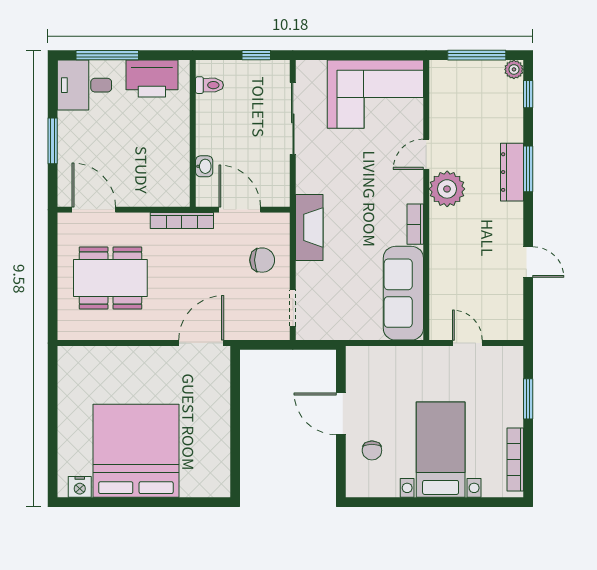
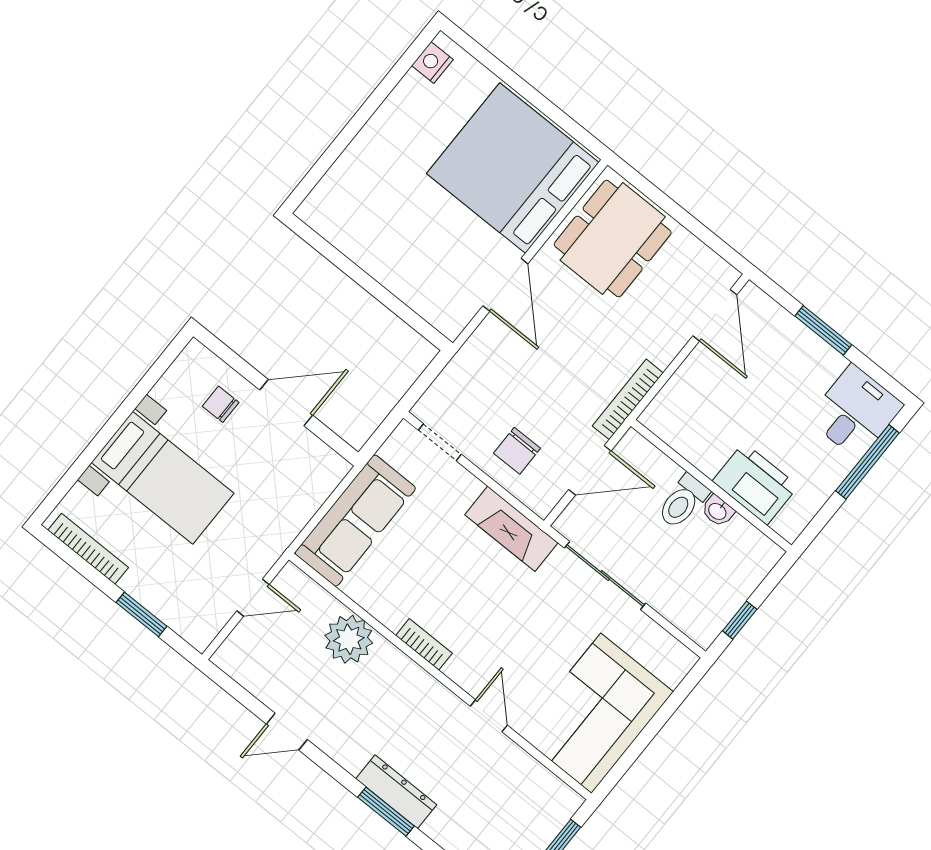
printer: (152, 79) -> (755, 484), moved, turned 90
toilet: (209, 85) -> (683, 502), moved, width x1.37, depth x1.39
sliding door: (293, 118) -> (605, 576), moved
washbasin: (204, 166) -> (718, 511), moved
plant: (447, 189) -> (349, 639), moved
door: (94, 210) -> (715, 315), hinge flipped
dining table: (110, 278) -> (613, 239), moved
sofa: (403, 293) -> (355, 521), moved, turned 90
door: (201, 343) -> (505, 285), moved
bed: (136, 451) -> (513, 168), moved, turned 180

